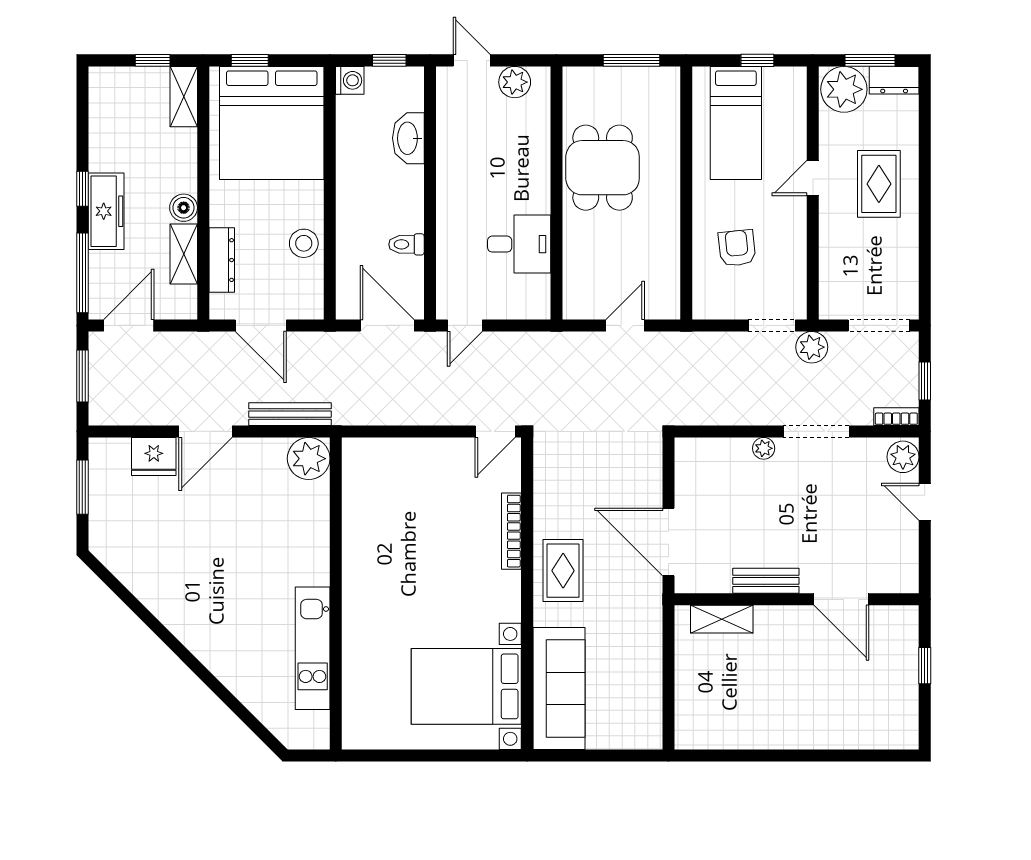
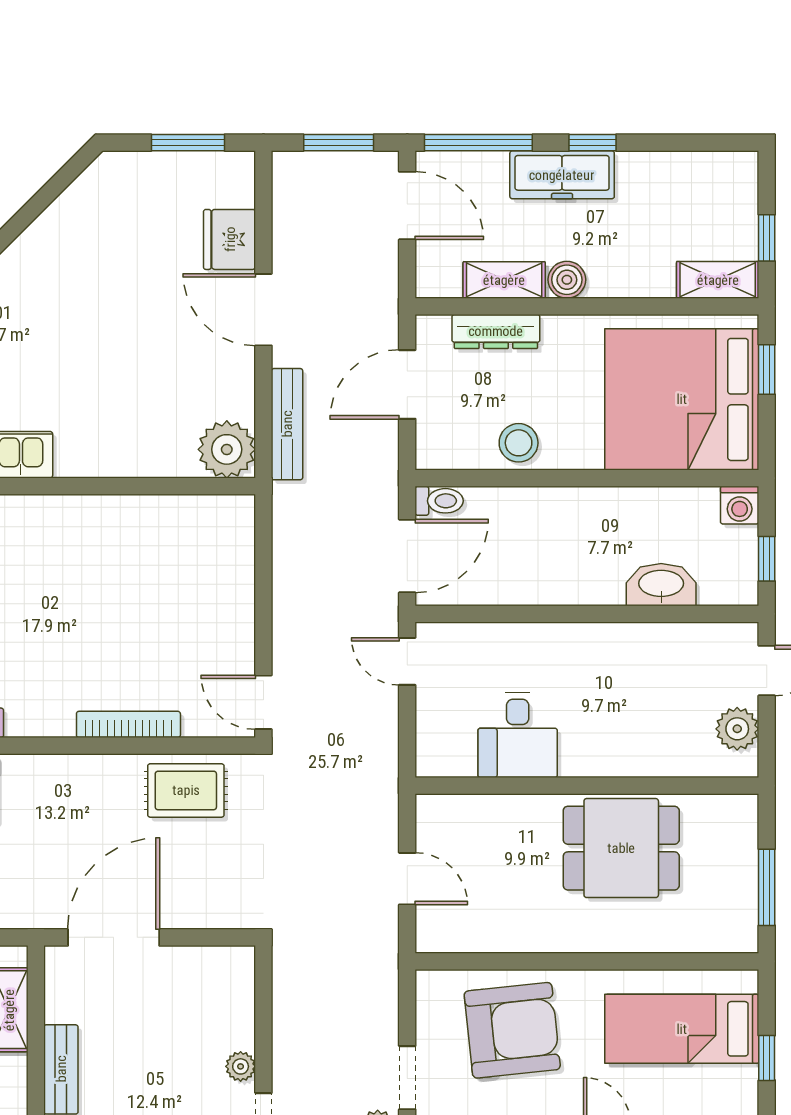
toilet: (406, 244) -> (439, 501), moved, turned 90
armchair: (737, 248) -> (512, 1030), width x1.88, depth x1.88
rug: (563, 571) -> (186, 790), moved

